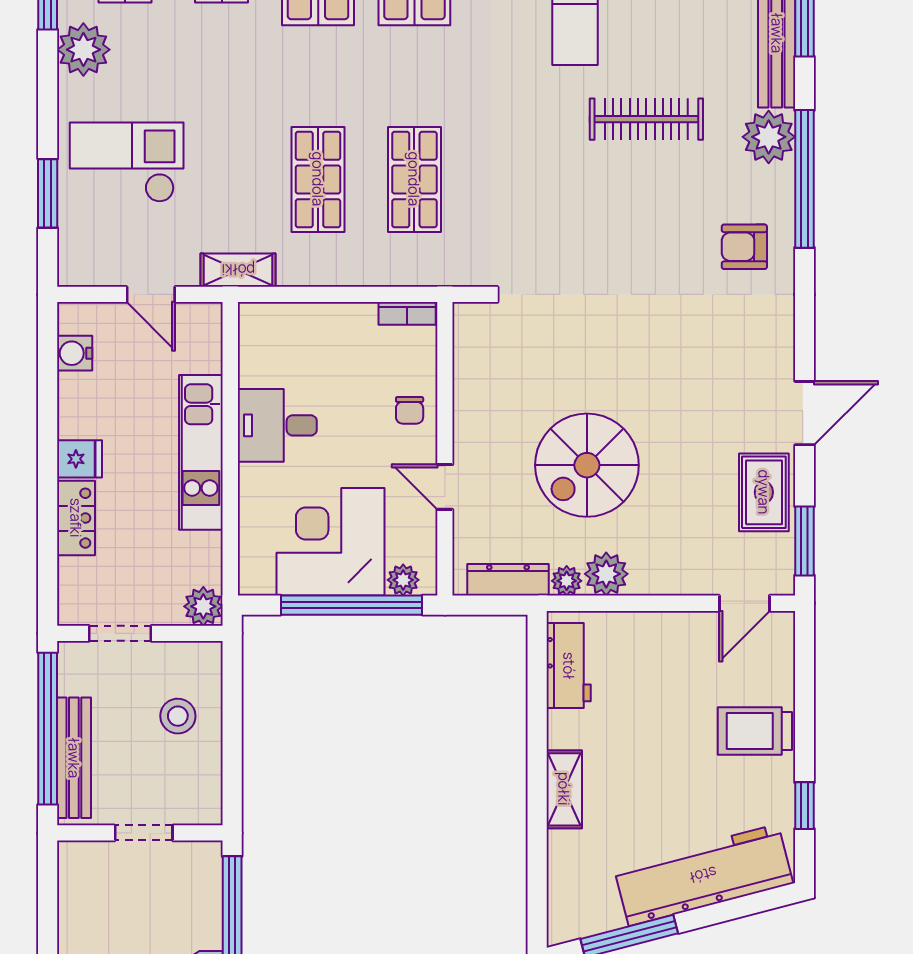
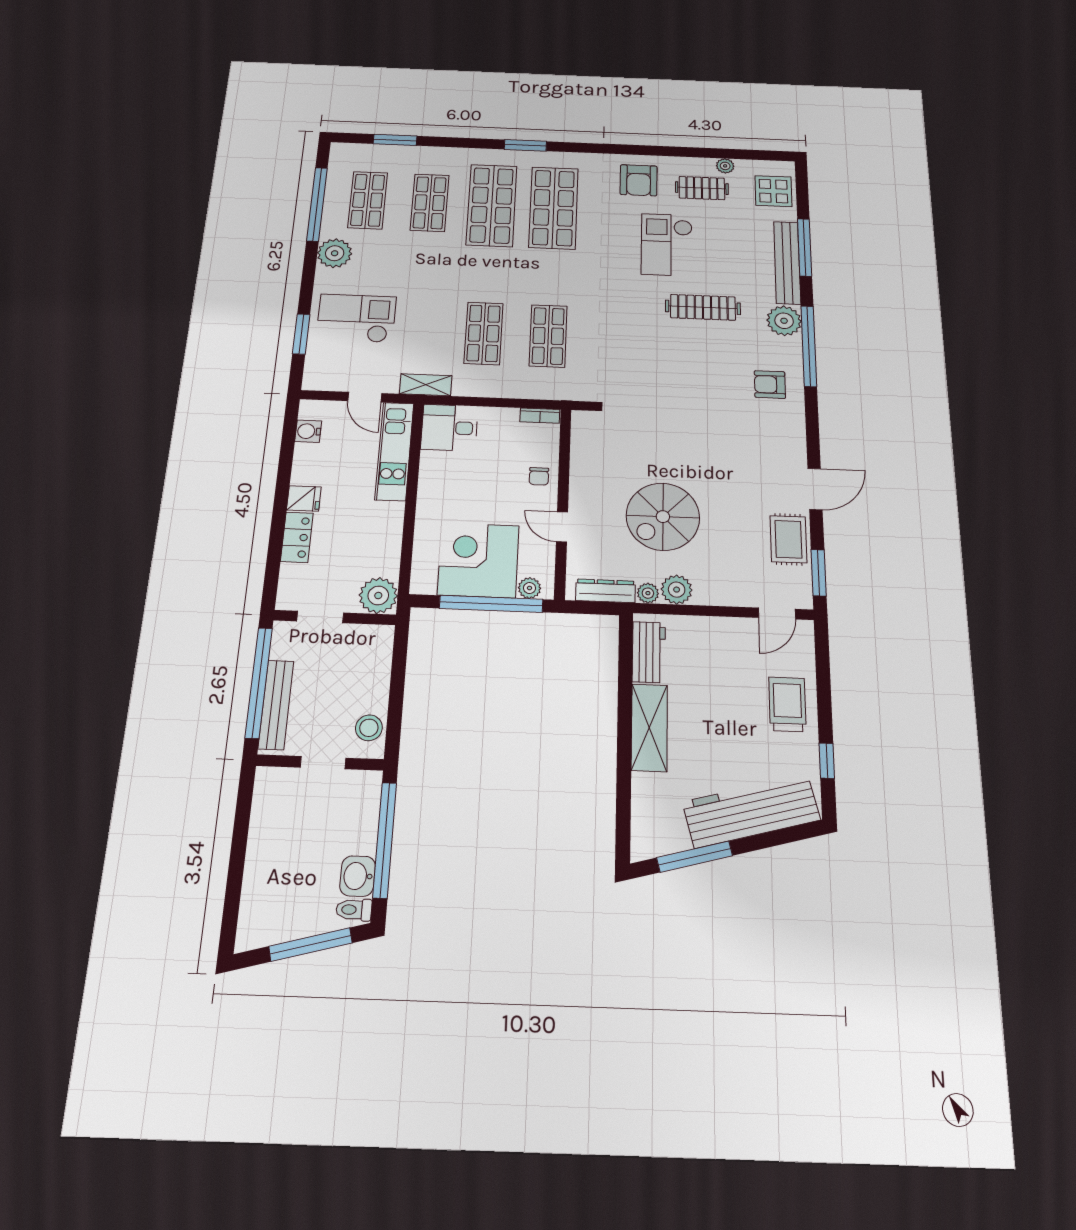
desk: (277, 425) -> (449, 428), moved
kitchen unit: (201, 452) -> (394, 451), moved
plant: (203, 606) -> (378, 595), width x1.36, depth x1.36
stool: (178, 716) -> (369, 728), moved
trolley: (755, 731) -> (787, 704), turned 90
shelving: (564, 789) -> (649, 727), width x1.50, depth x1.33

